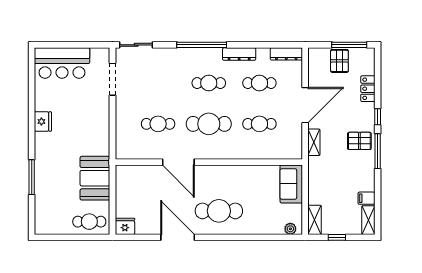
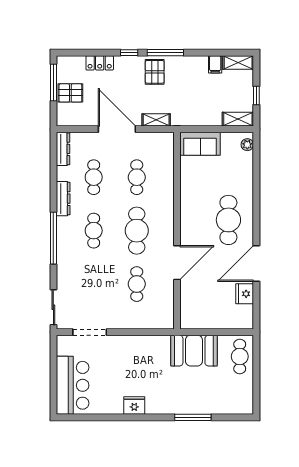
fridge: (125, 226) -> (245, 294), moved

